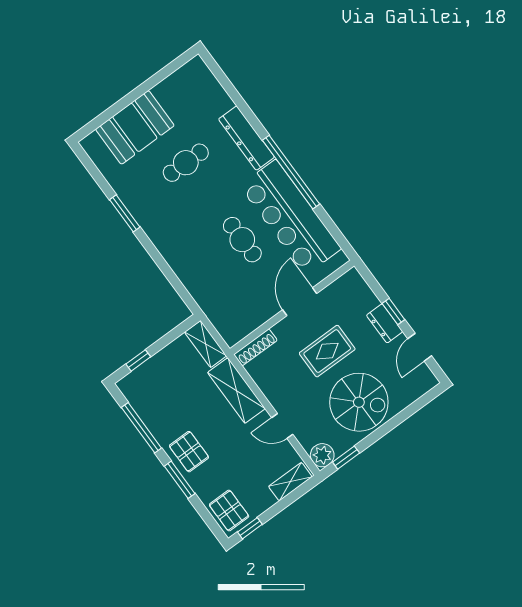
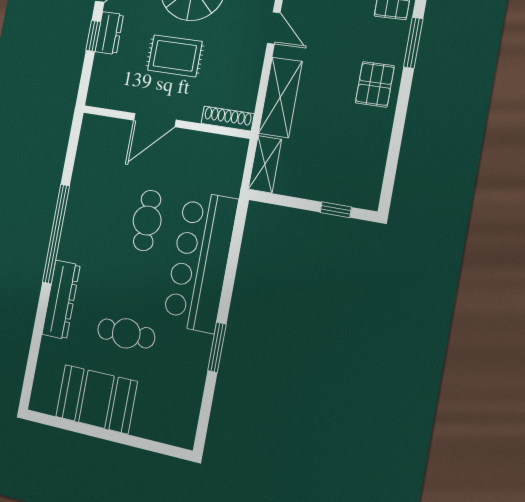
booth: (135, 127) -> (96, 399), moved
bar counter: (290, 217) -> (200, 261), moved, turned 180
window: (141, 428) -> (395, 147), removed
window: (180, 480) -> (413, 43), moved

